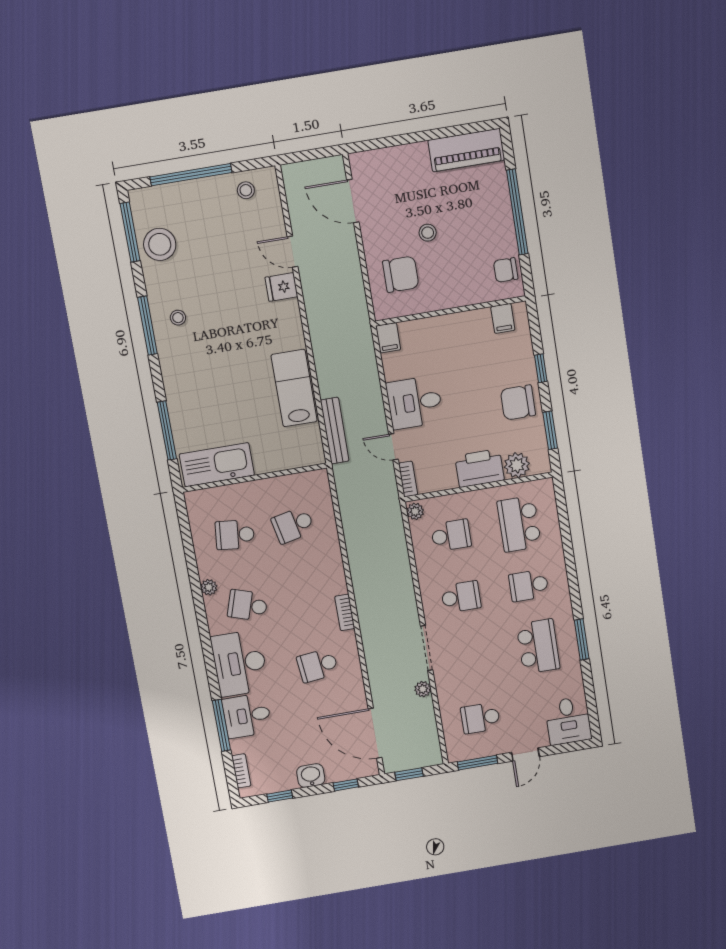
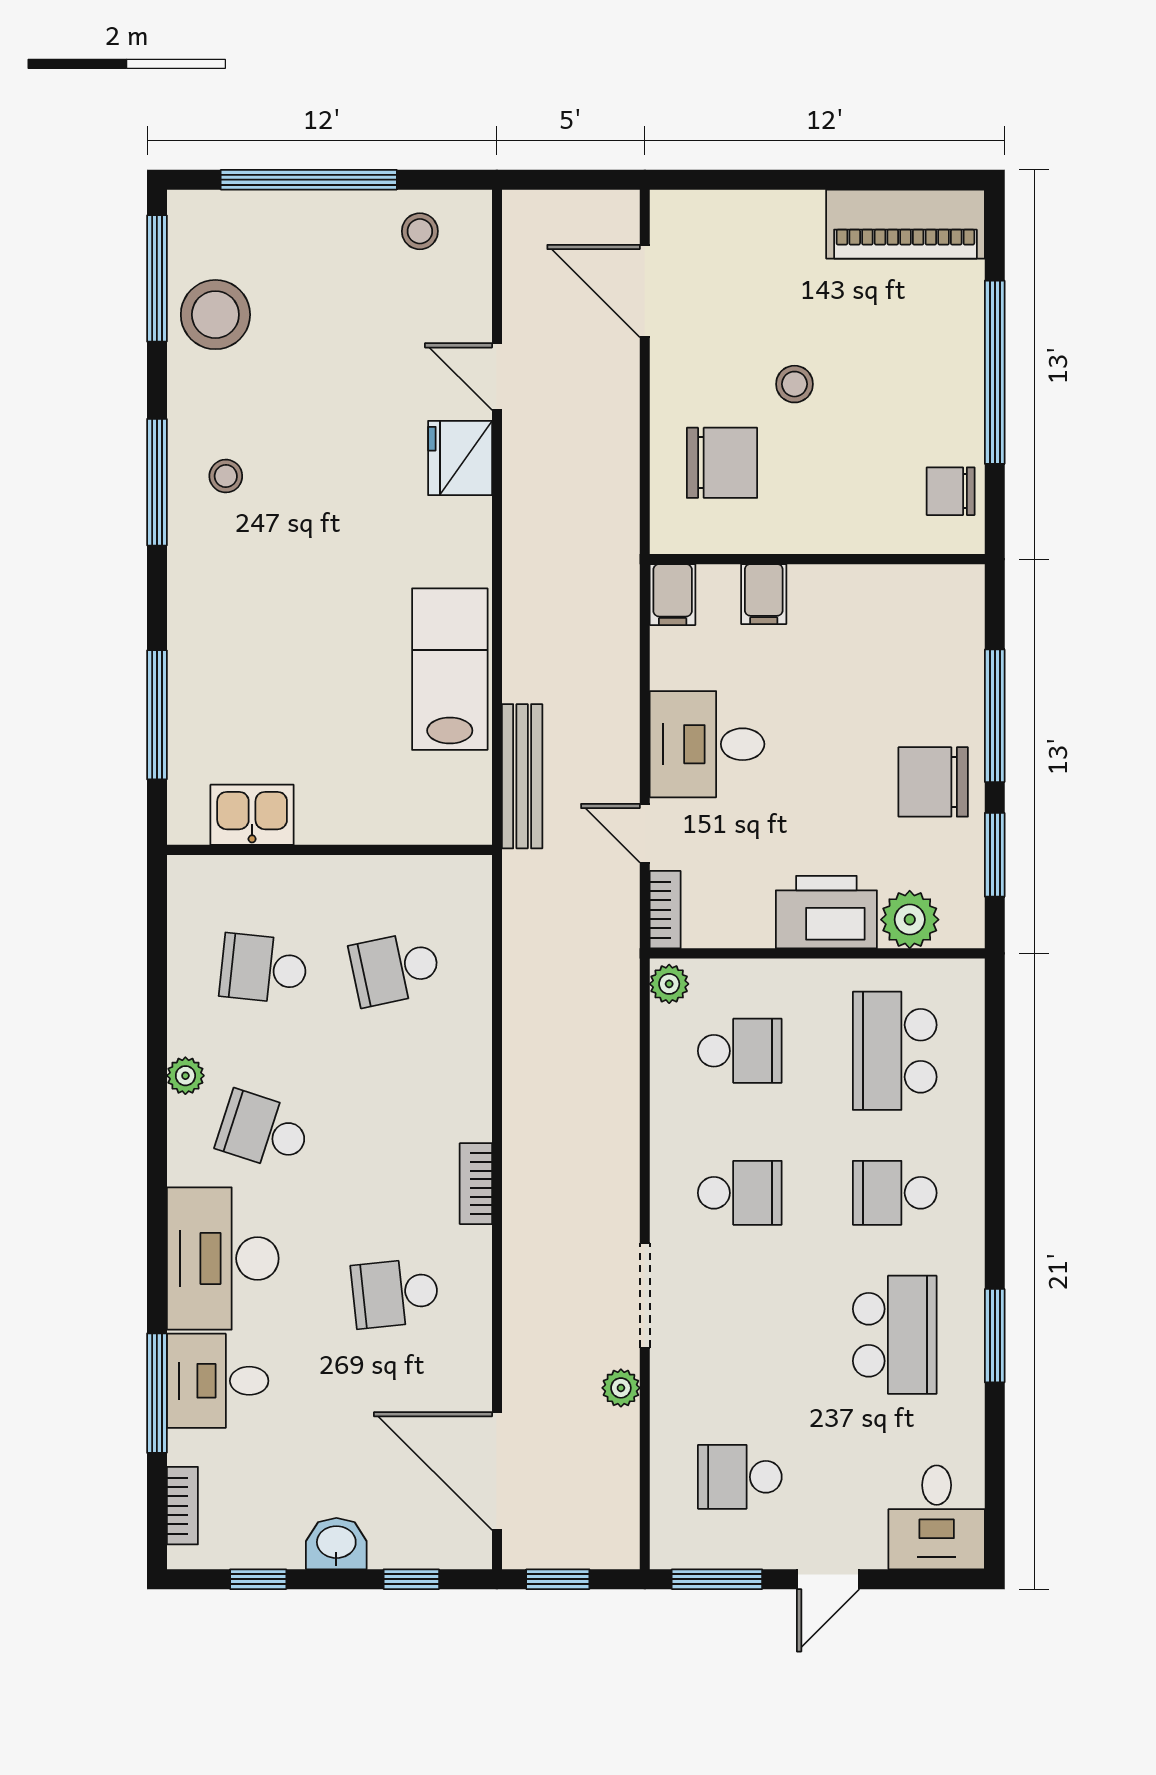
fridge: (281, 287) -> (460, 458), width x1.38
filing cabinet: (503, 318) -> (764, 594), moved
window: (541, 368) -> (995, 716), width x2.17
kitchen sink: (217, 465) -> (252, 815), width x0.53, depth x0.81

